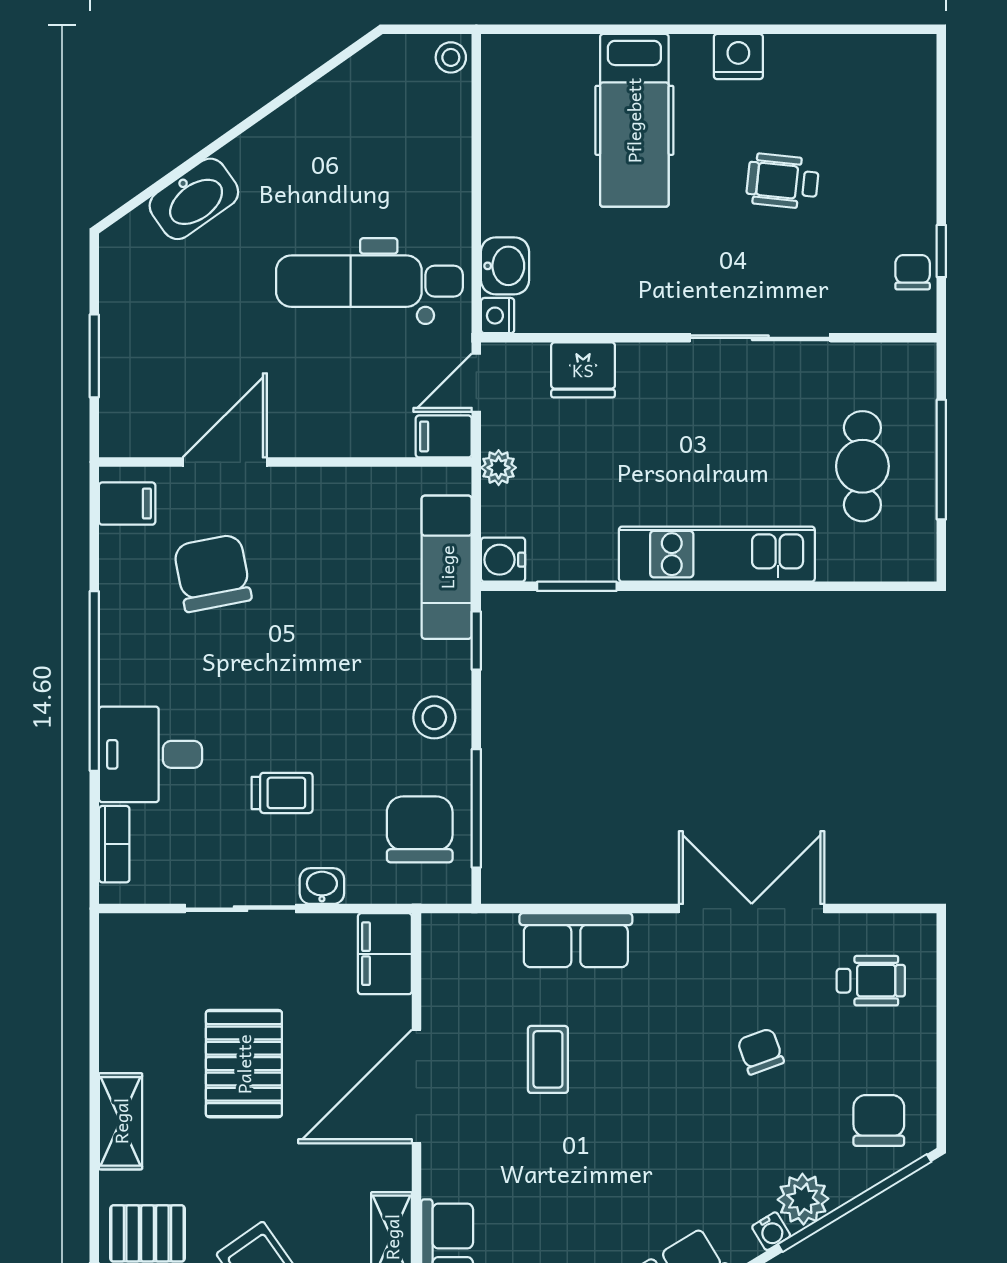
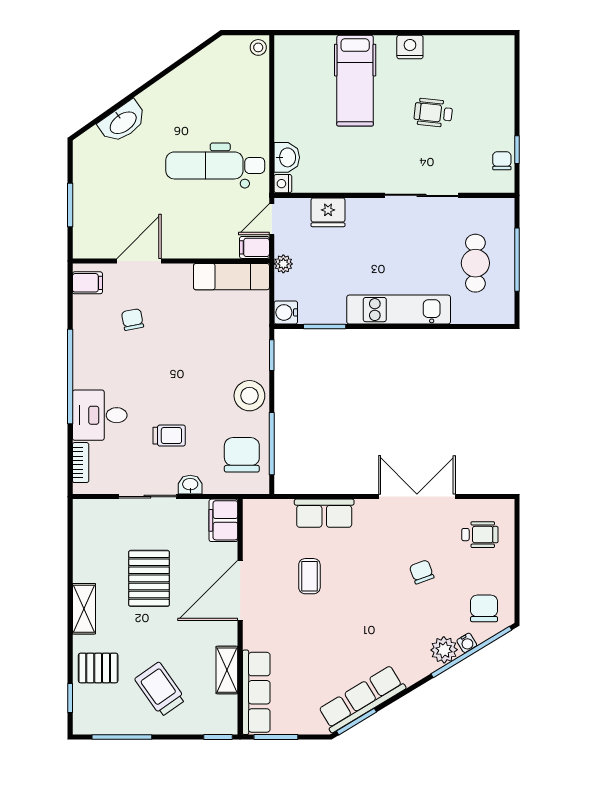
exam couch: (447, 567) -> (231, 277), moved, turned -90
chair: (212, 573) -> (132, 319), width x0.54, depth x0.54
stool: (434, 717) -> (249, 396), width x1.38, depth x1.38
water cooler: (771, 1231) -> (467, 643), moved

